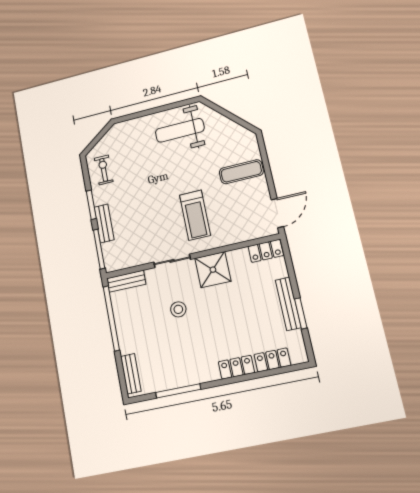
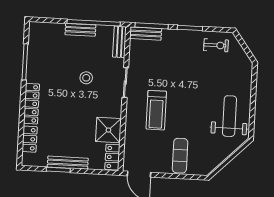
treadmill: (195, 215) -> (156, 110), turned -90
bench: (104, 223) -> (146, 34), moved
shower: (213, 270) -> (108, 130), moved
locker: (236, 367) -> (32, 104), width x1.53
bench: (131, 374) -> (80, 30), moved

